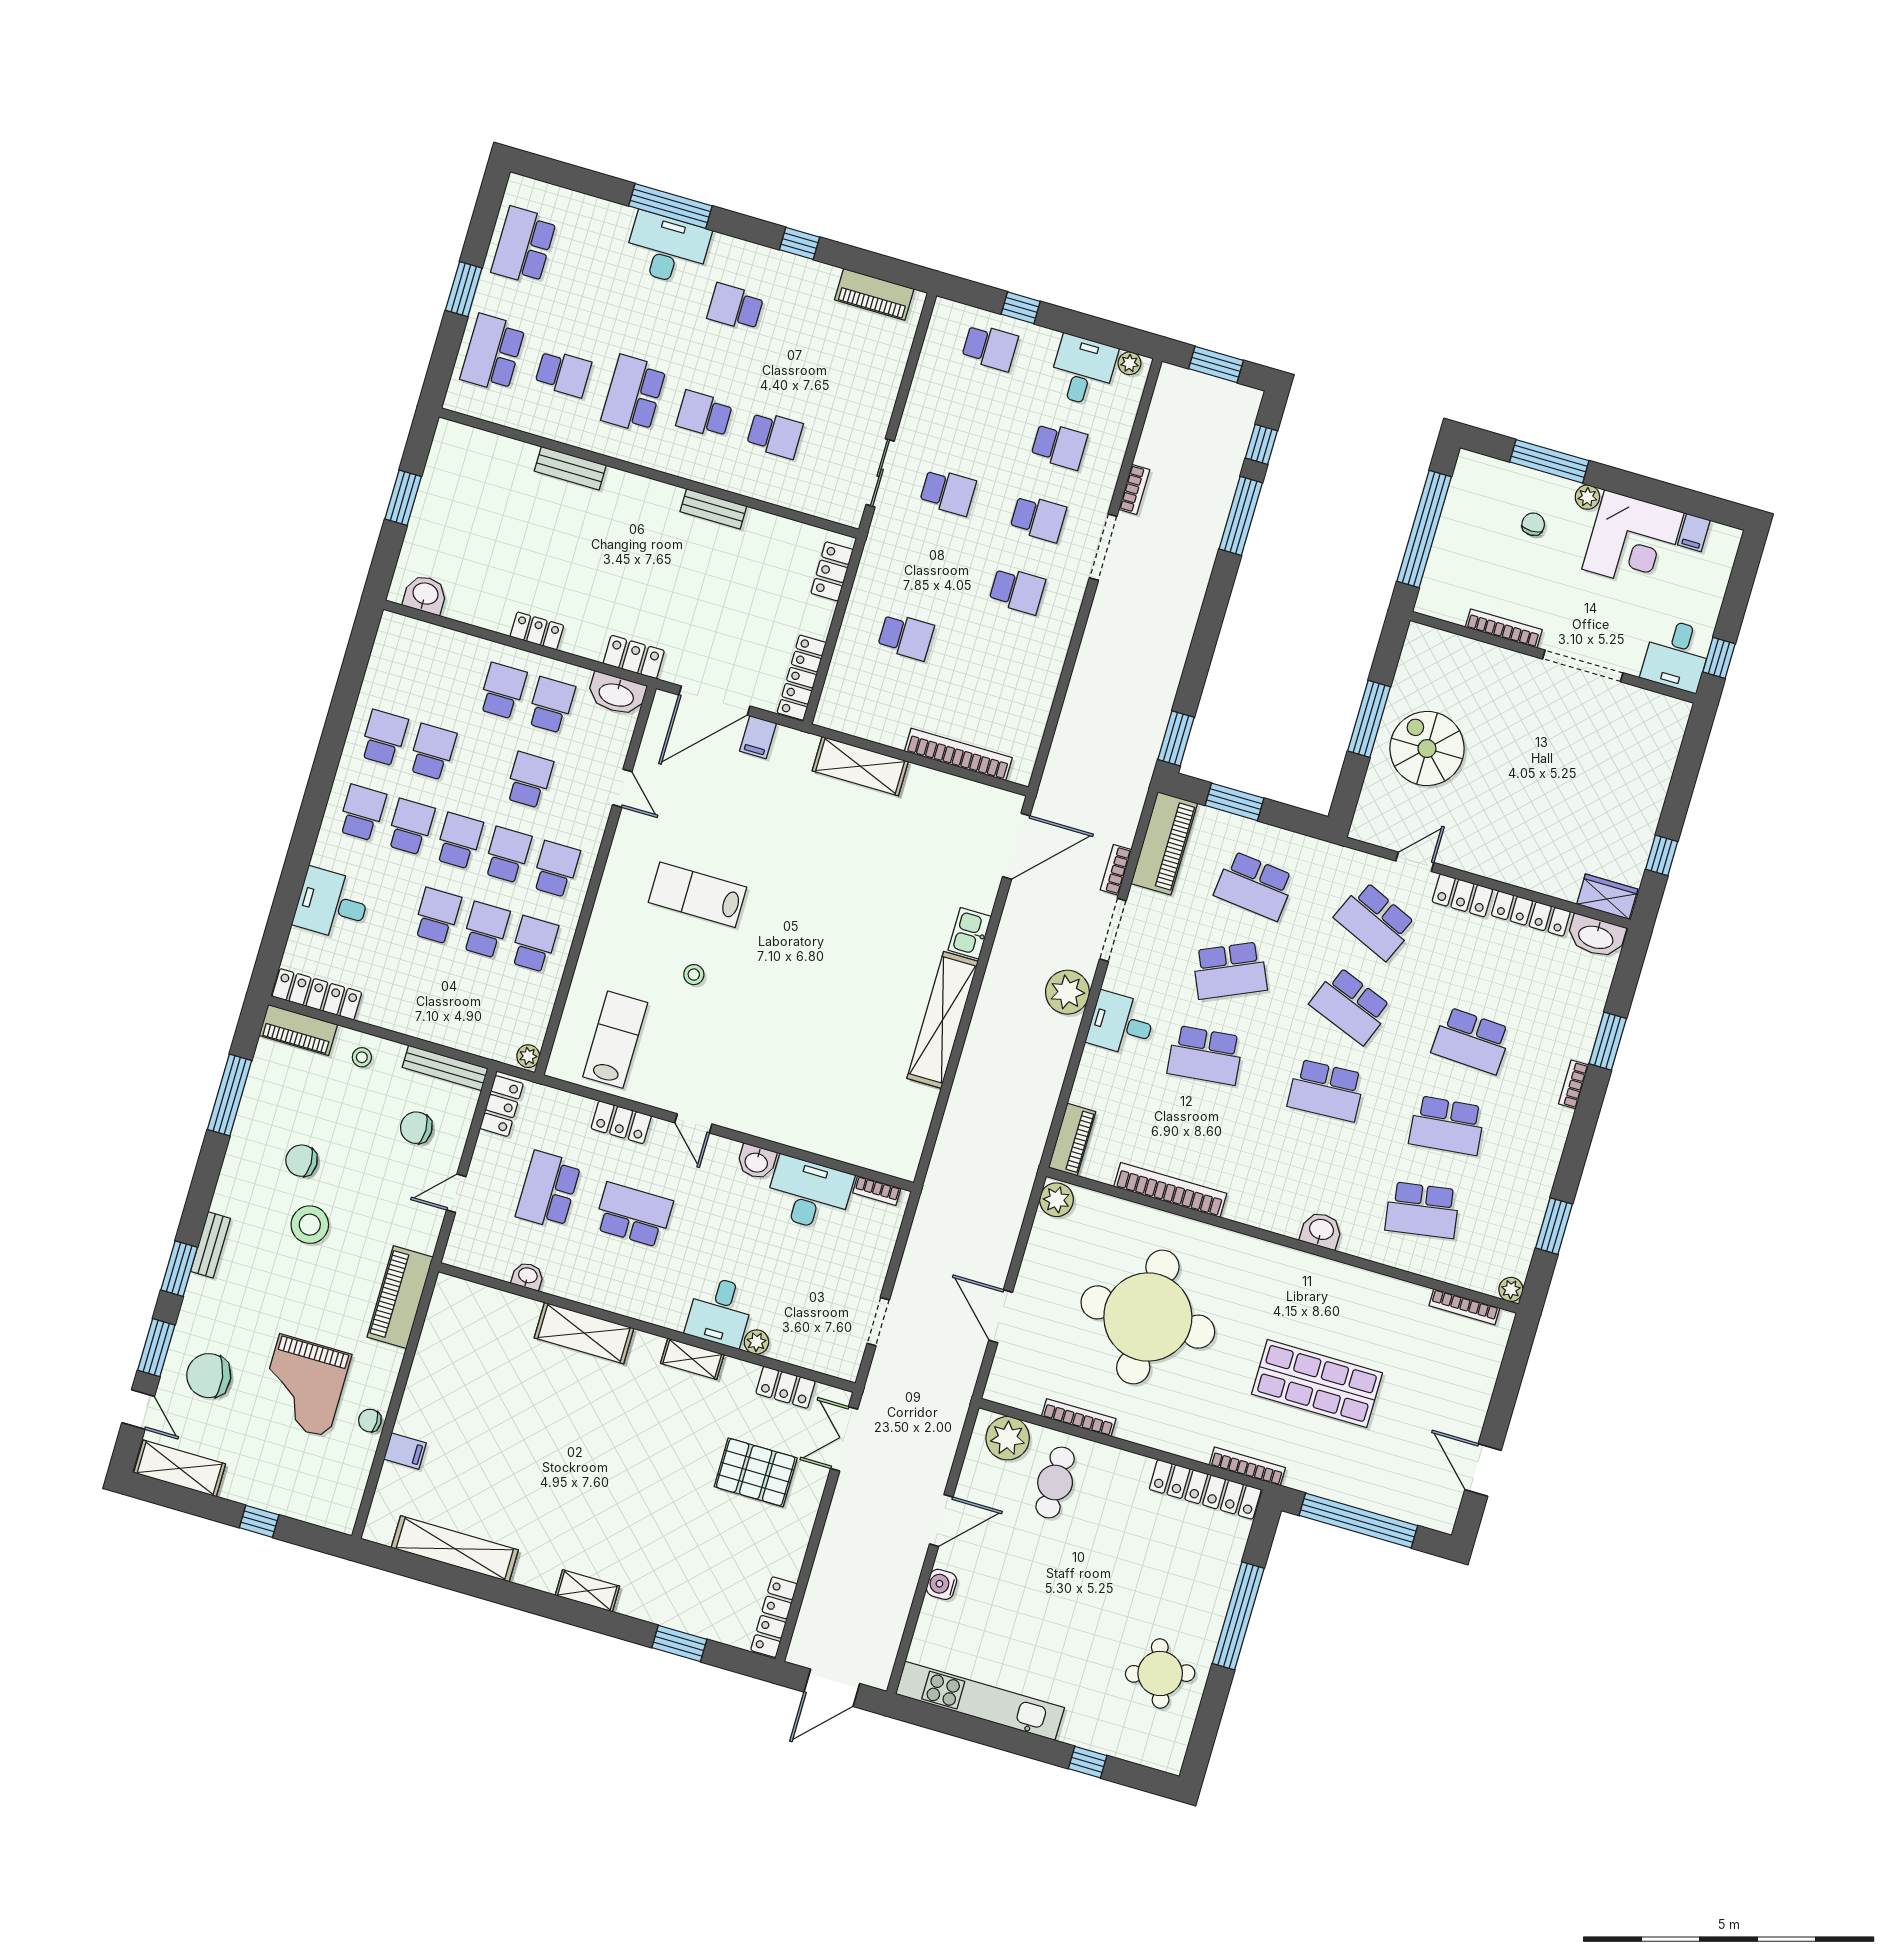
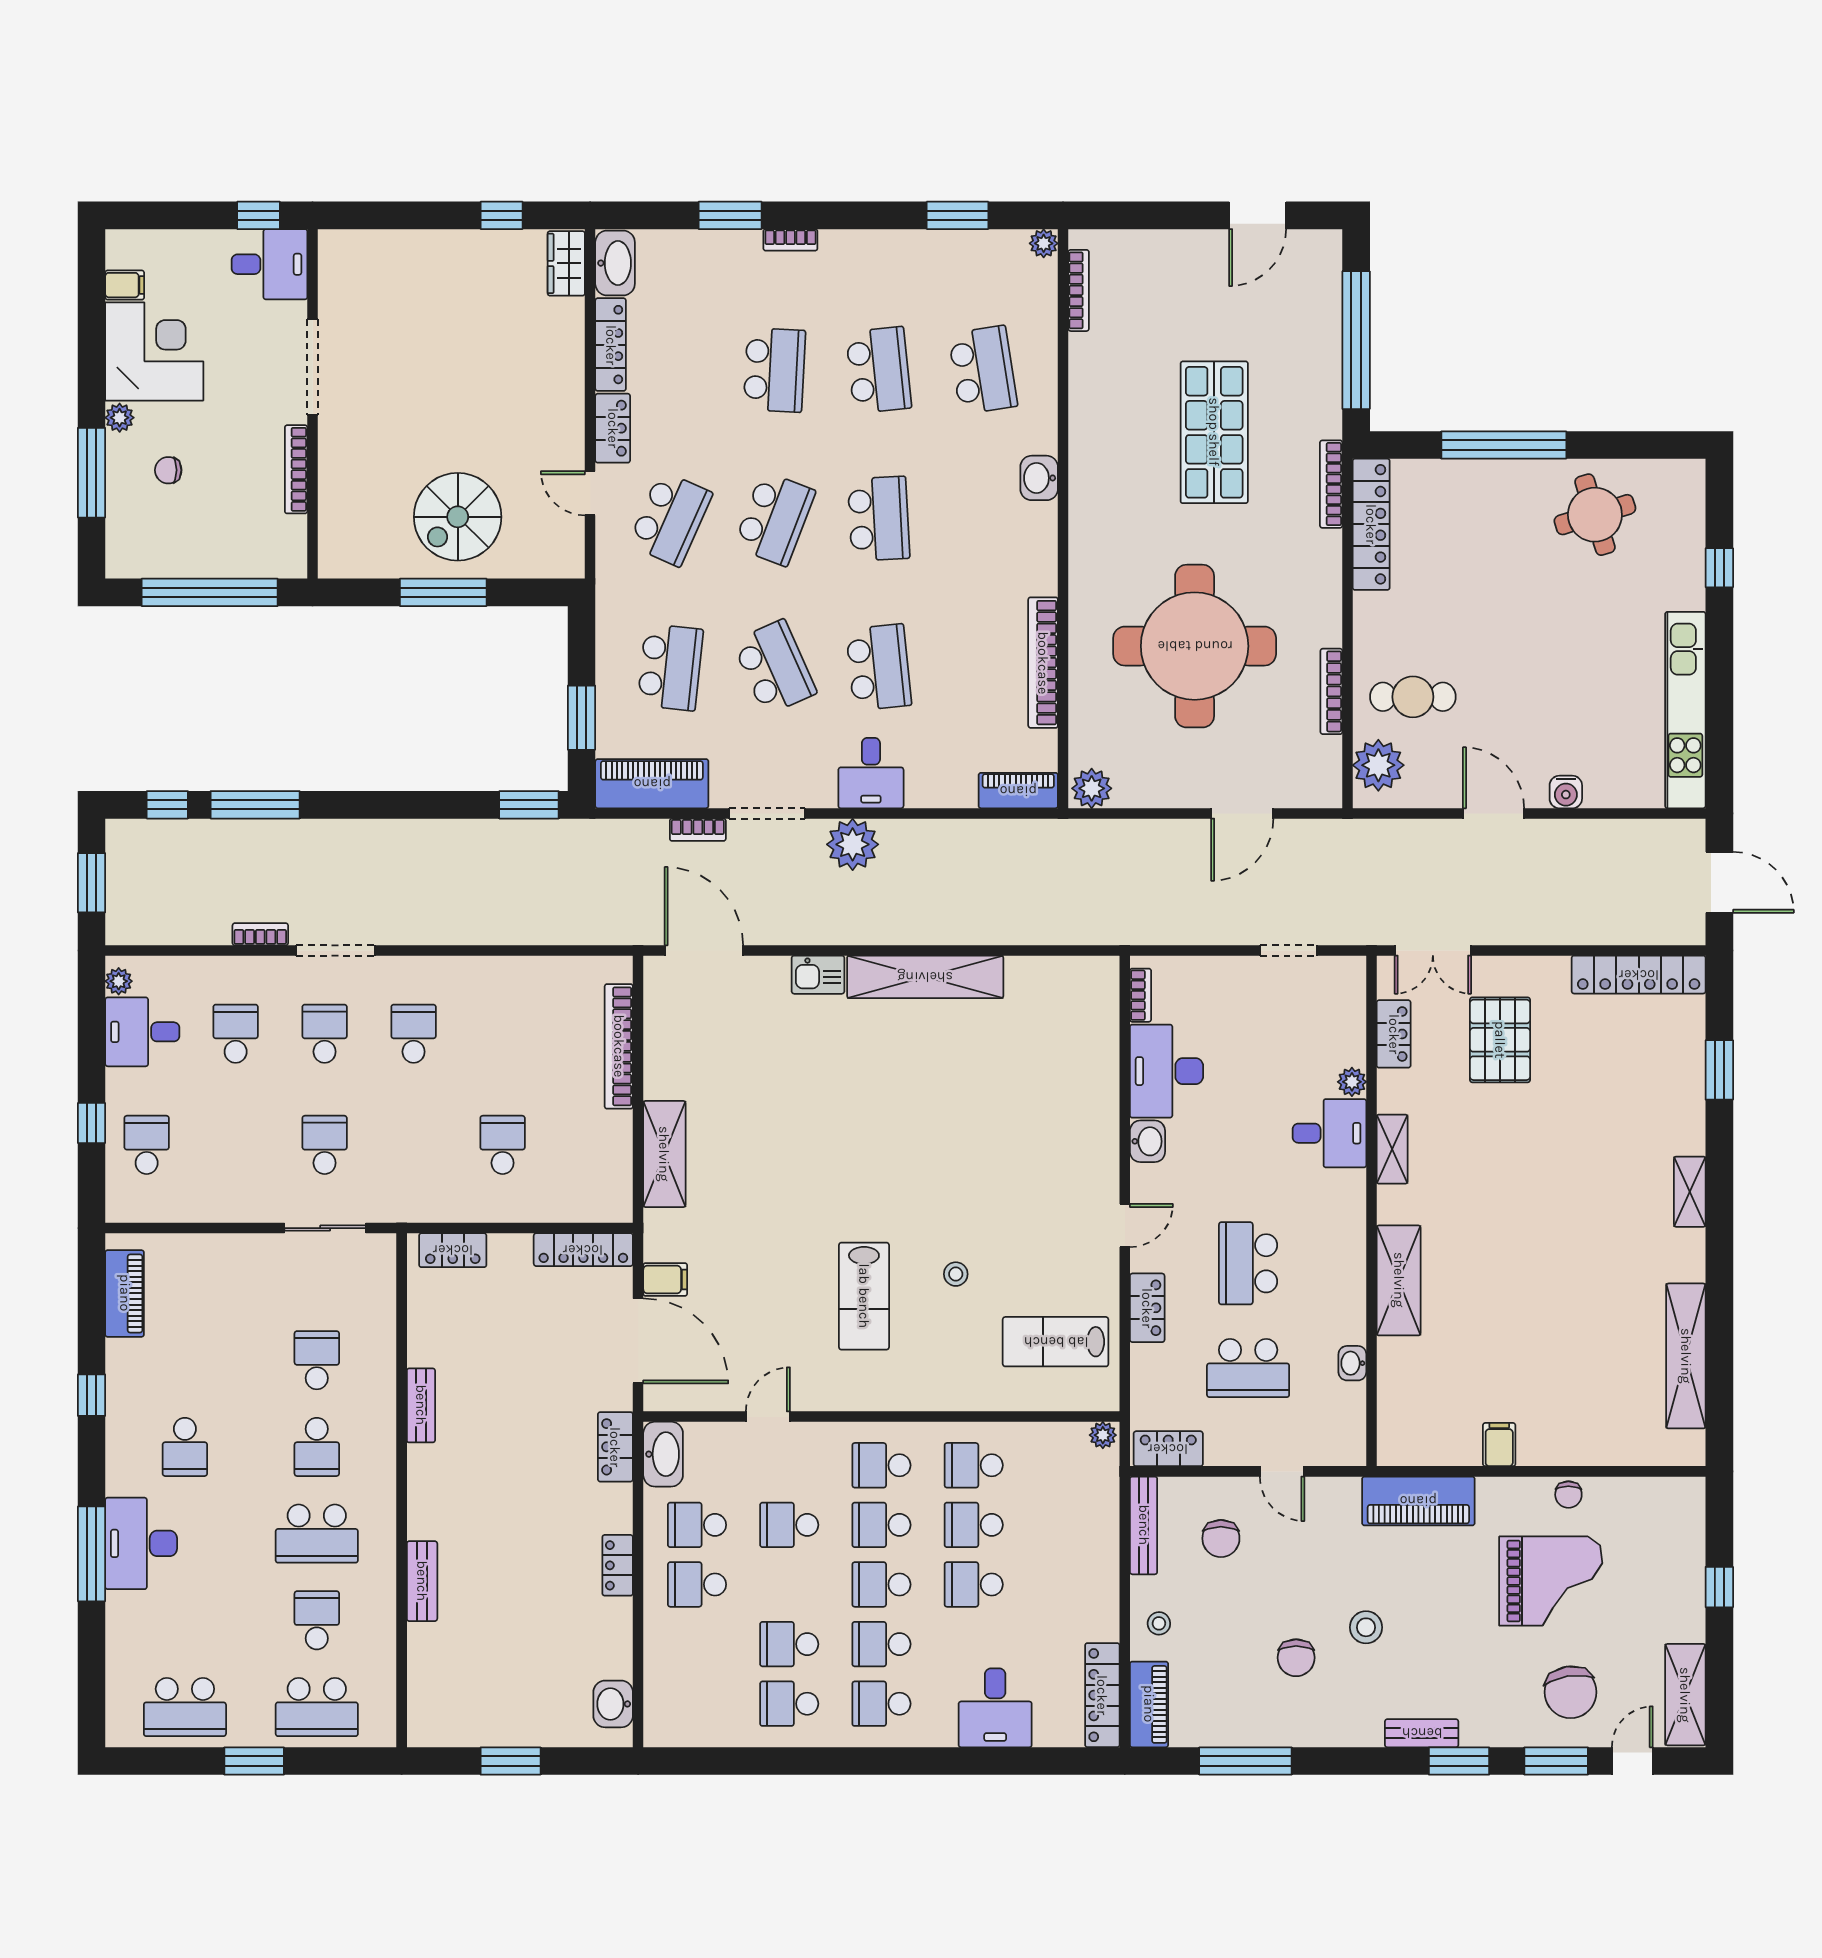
stool: (310, 1225) -> (1366, 1627), width x0.73, depth x0.73
filing cabinet: (405, 1451) -> (1499, 1445), moved
locker: (774, 1617) -> (1639, 975), width x1.41, depth x1.21

